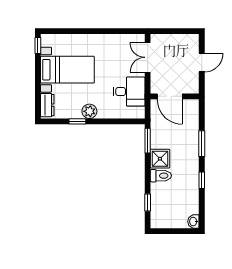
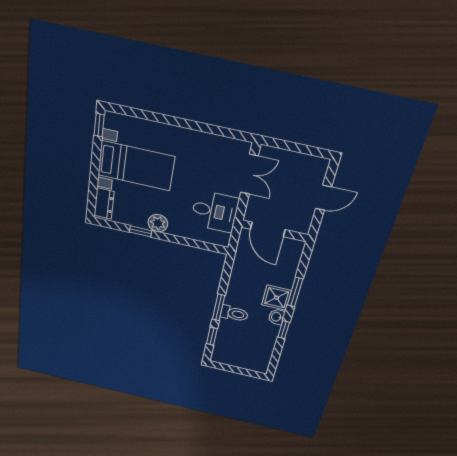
double door: (148, 57) -> (249, 174), swing flipped
window: (148, 141) -> (219, 307), moved
shower: (160, 159) -> (277, 298), moved
washbasin: (193, 221) -> (276, 317), moved

